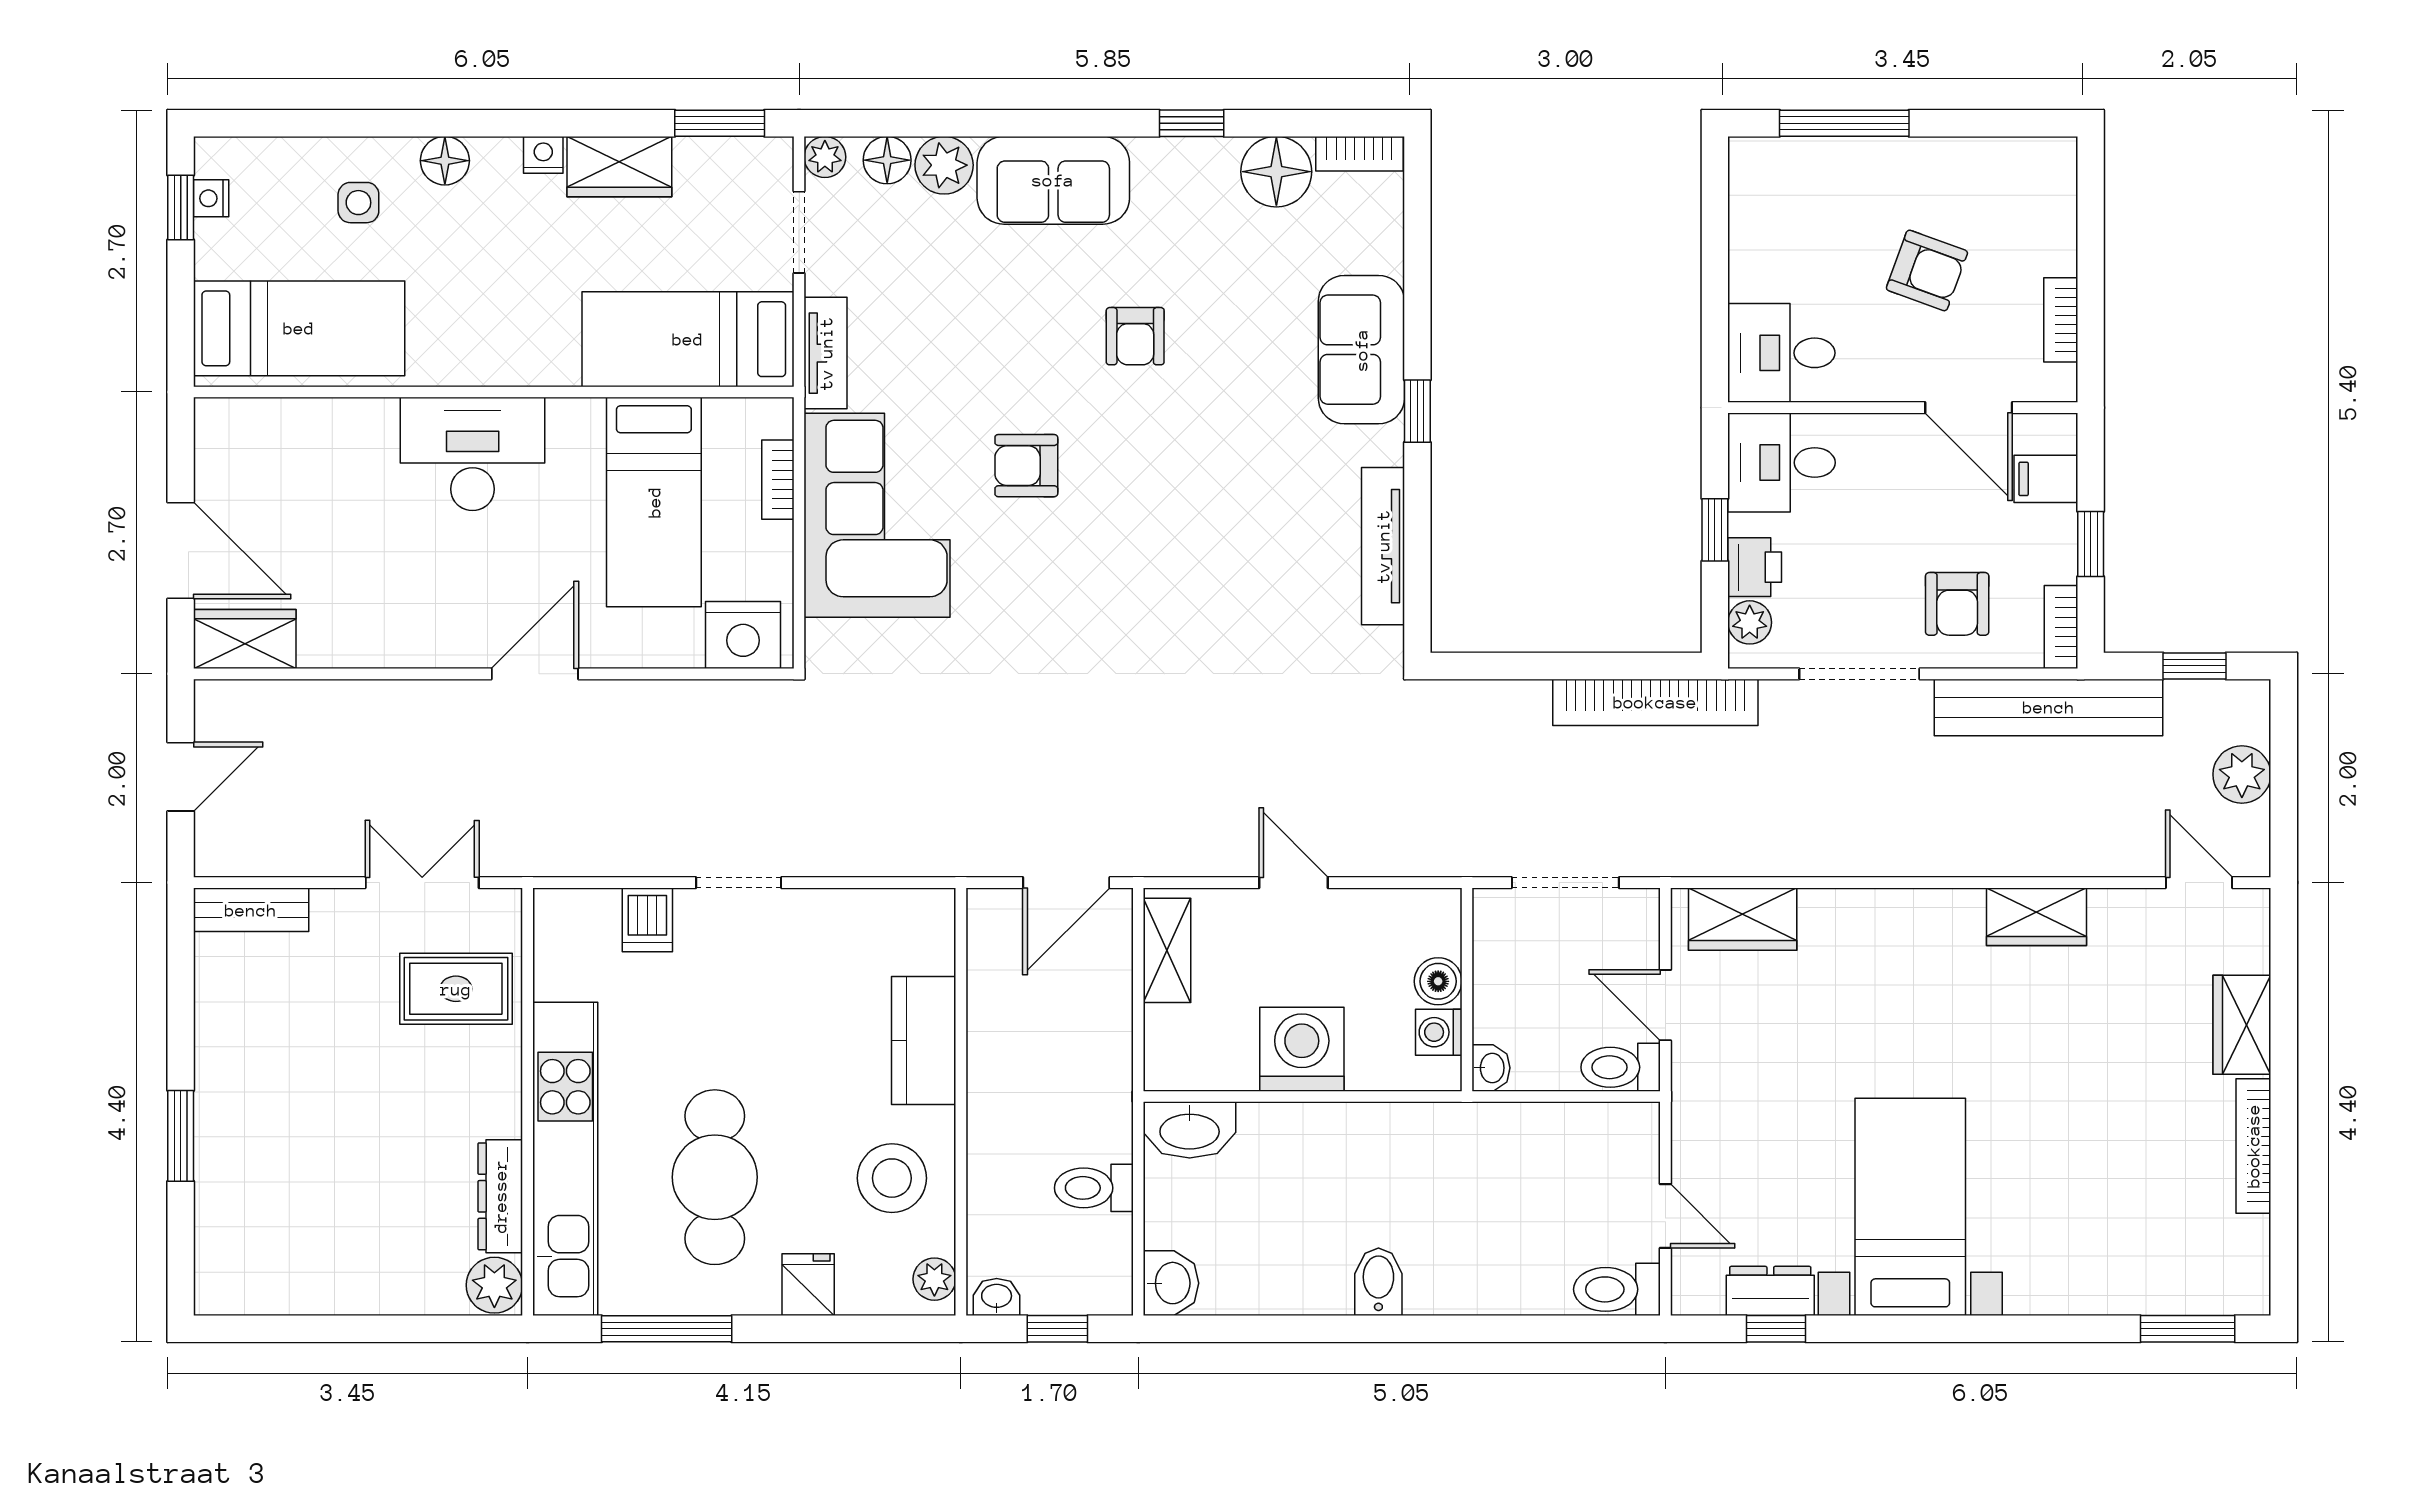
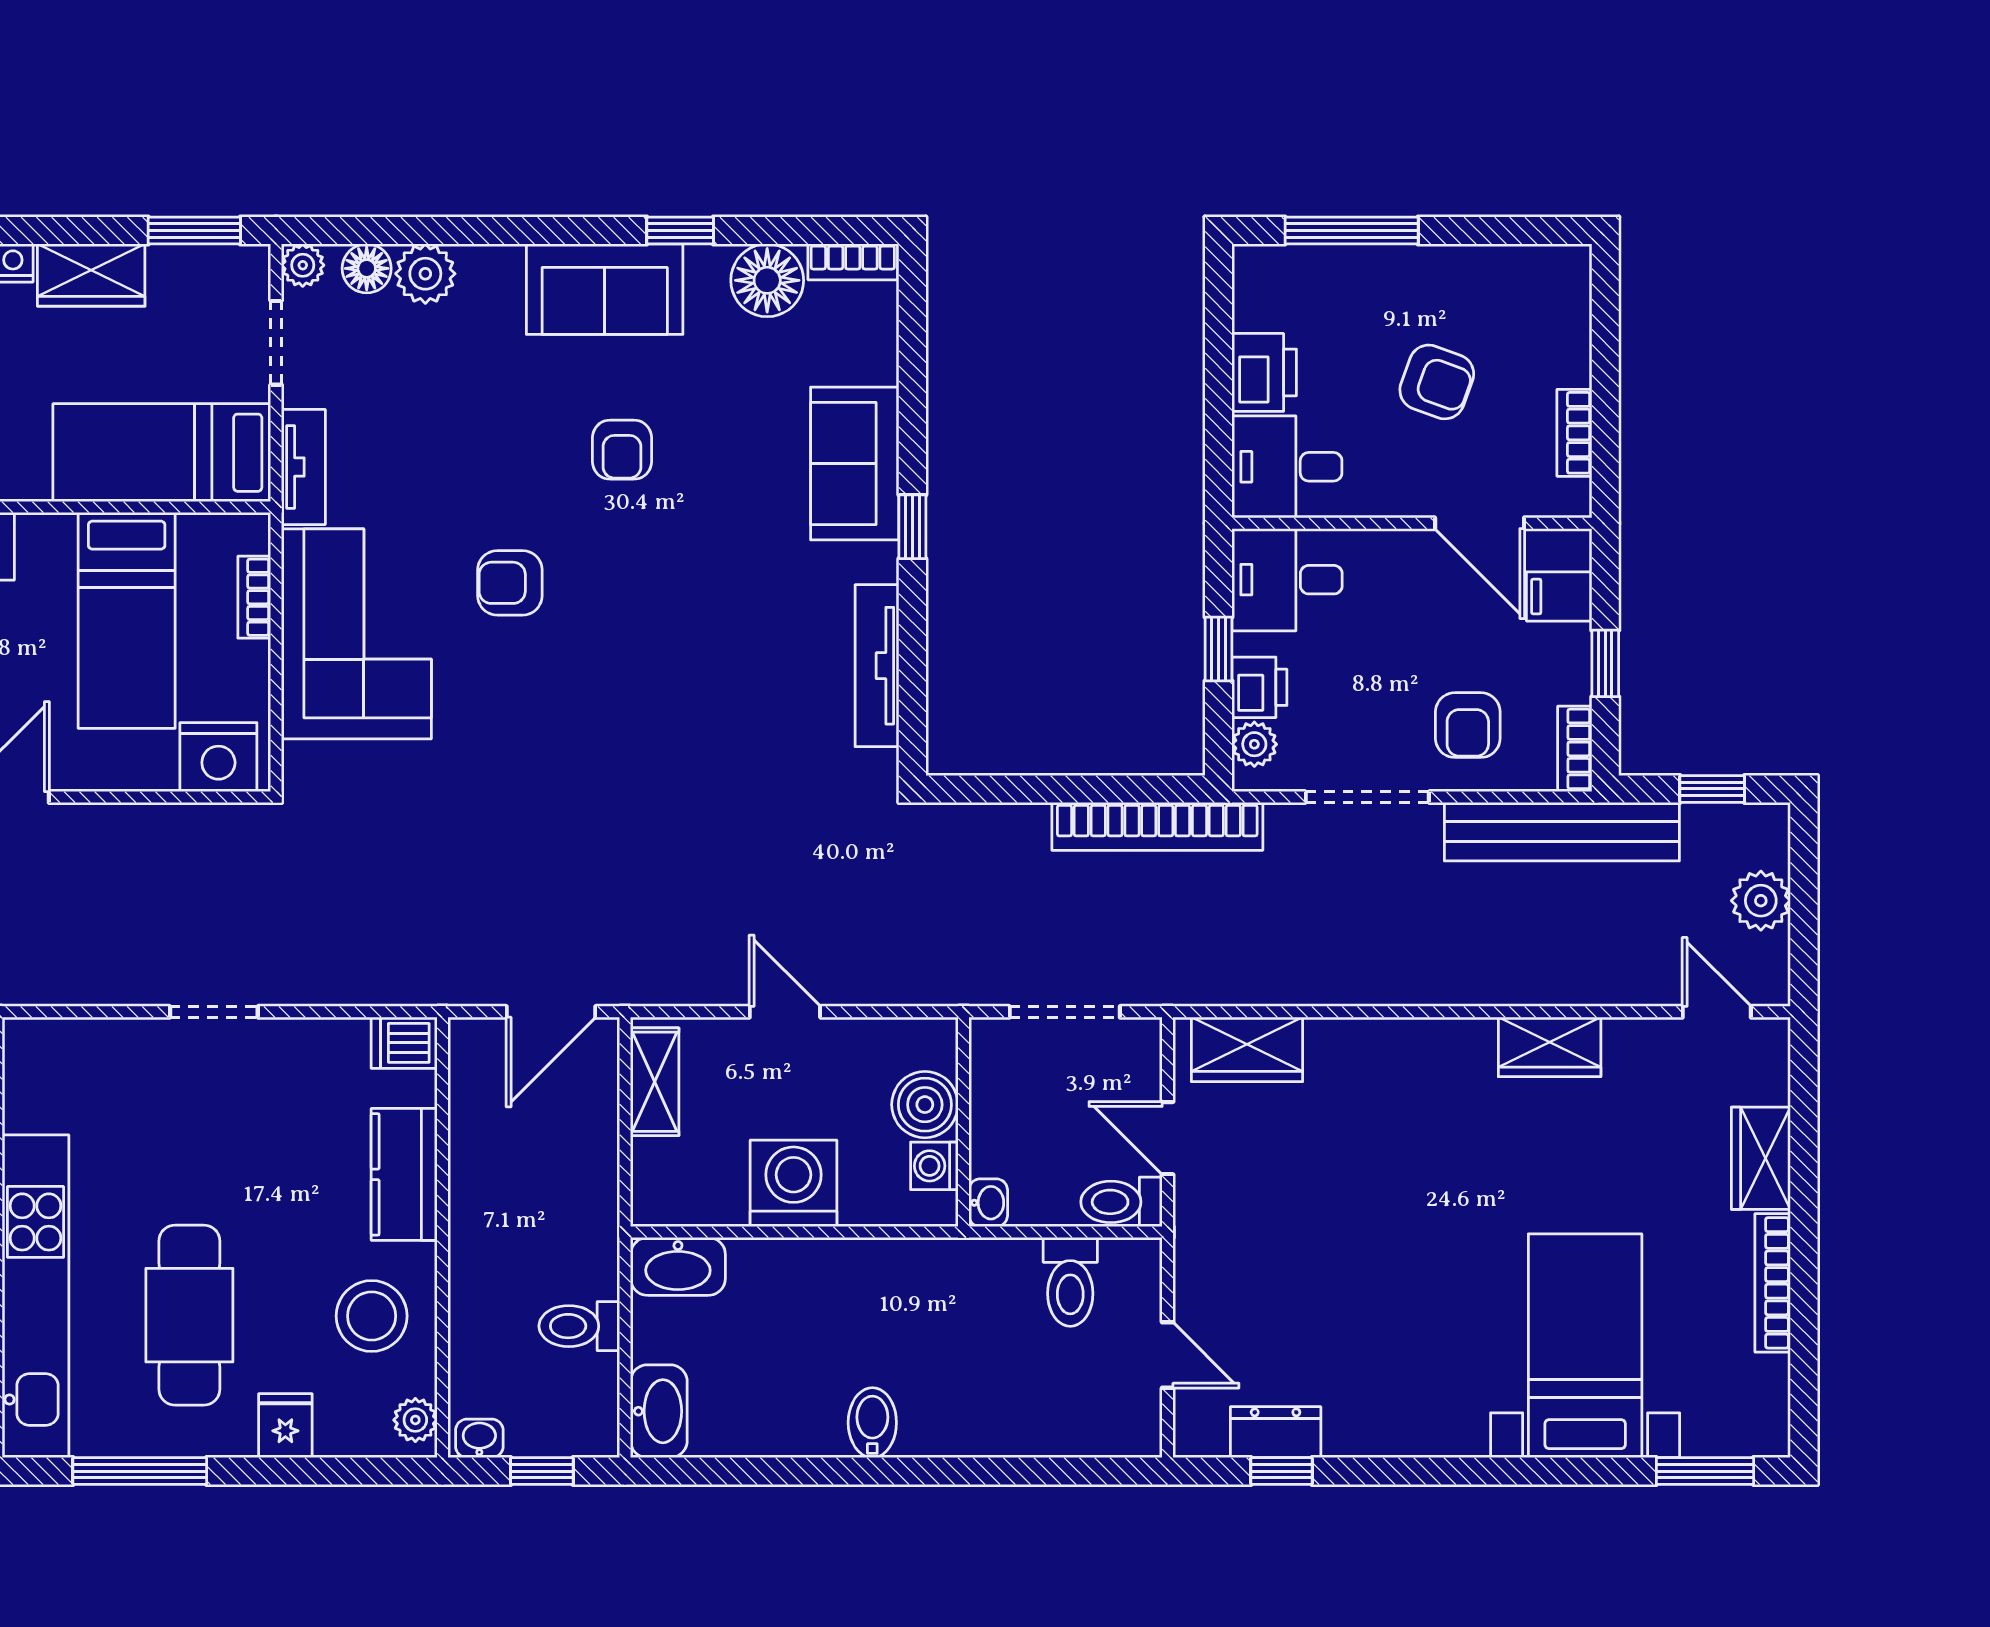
sofa: (1053, 180) -> (605, 289), moved
printer: (1759, 261) -> (1264, 372), added
dishwasher: (647, 920) -> (404, 1043), moved, turned 90
boiler: (1438, 981) -> (925, 1105), width x1.36, depth x1.36
bed with nightstands: (1910, 1207) -> (1585, 1346), moved
washbasin: (1171, 1283) -> (659, 1411), width x1.38
toilet: (1617, 1289) -> (1070, 1282), moved, turned -90

